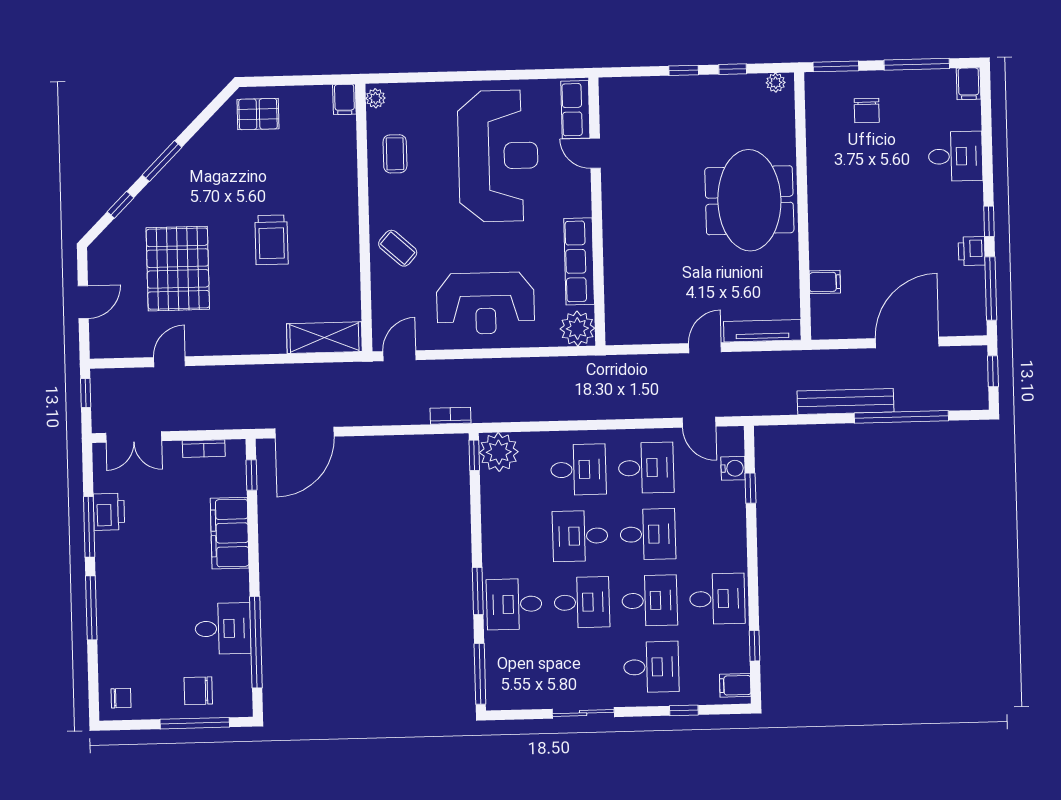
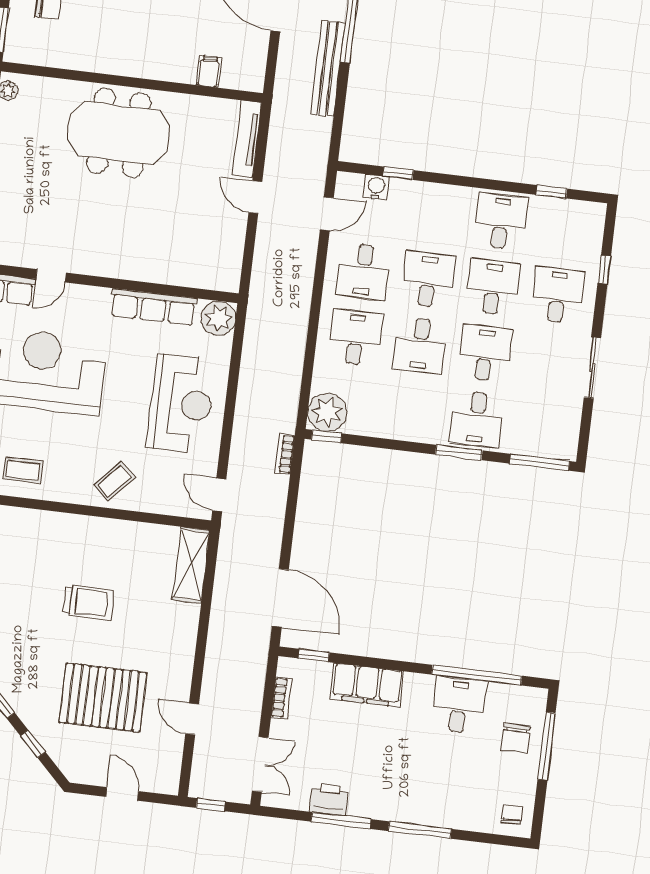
desk: (646, 468) -> (363, 272), turned 180
filing cabinet: (735, 685) -> (587, 216), removed

